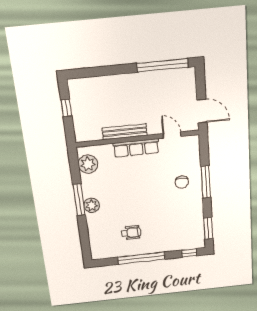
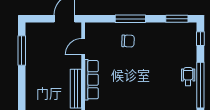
window: (162, 65) -> (22, 51), width x0.68
wheelchair: (131, 233) -> (188, 76), moved

